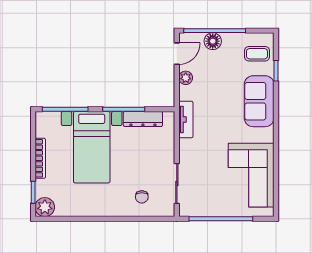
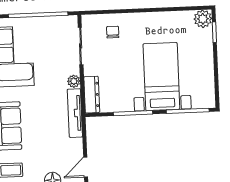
plant: (186, 78) -> (74, 81), moved
dresser: (143, 119) -> (92, 95), moved, turned 90
tv unit: (186, 119) -> (75, 113), width x1.41
bookcase: (40, 158) -> (209, 64), removed

